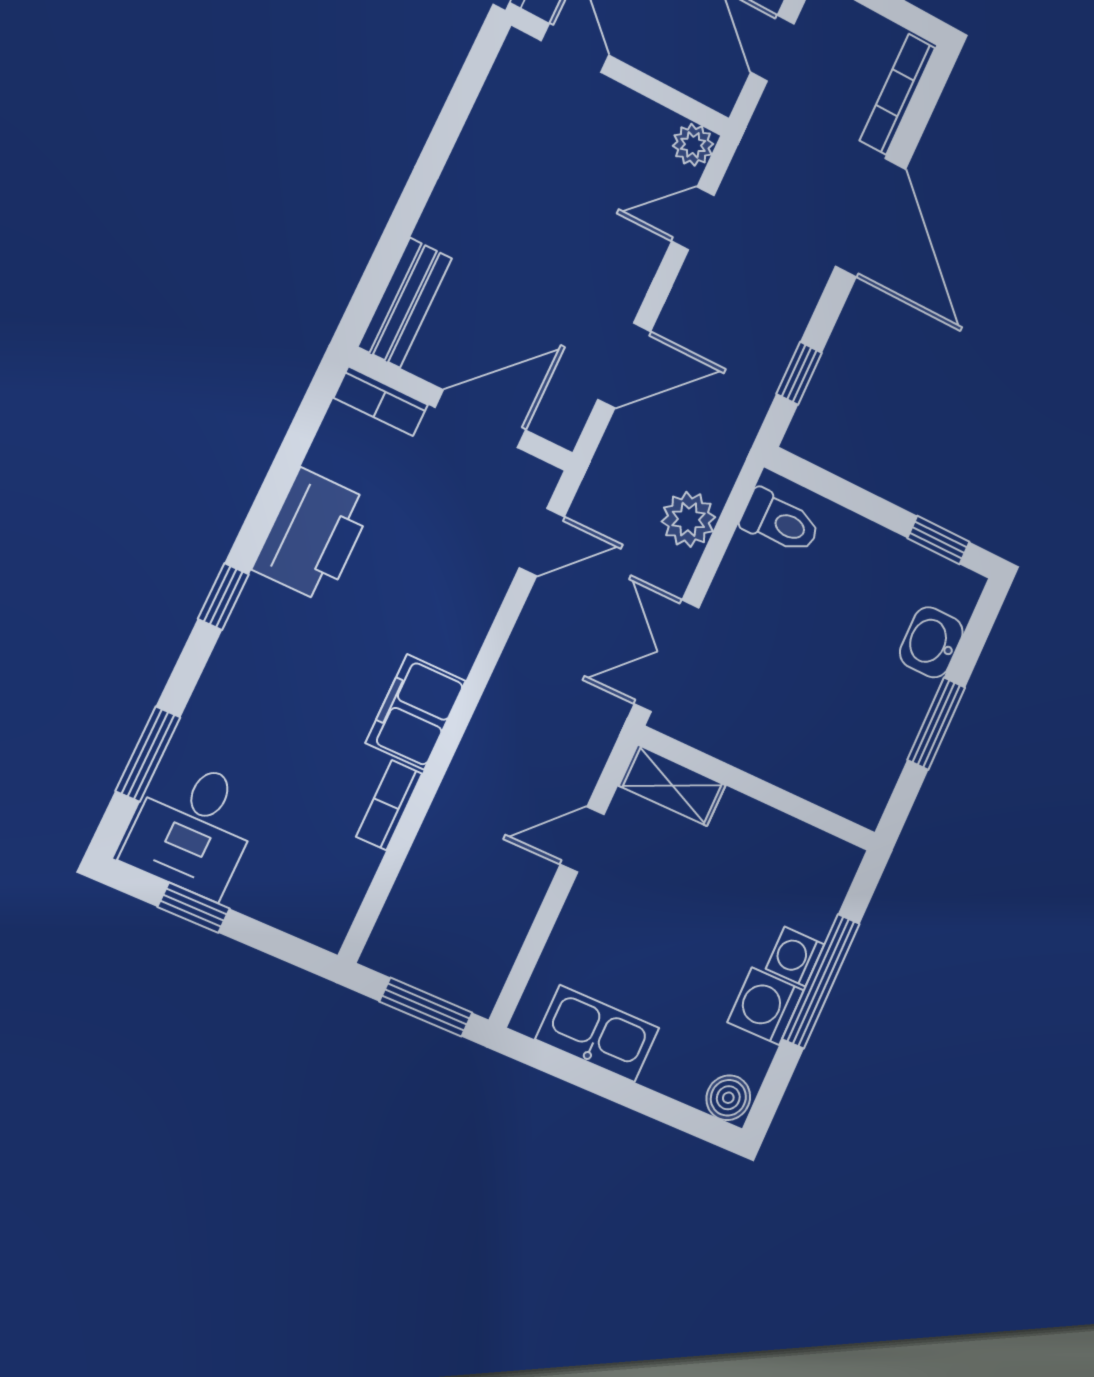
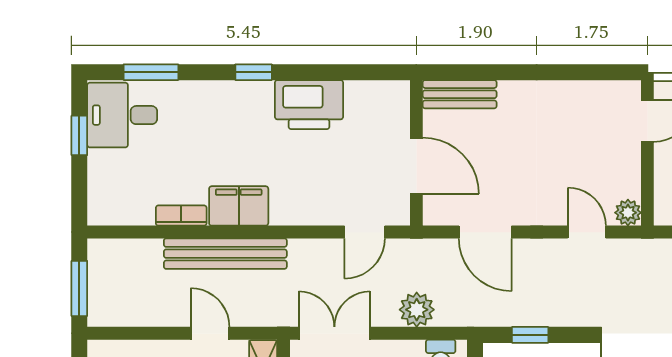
bookcase: (381, 401) -> (399, 107), removed
door: (542, 542) -> (365, 232), hinge flipped
bench: (477, 764) -> (225, 254), added

